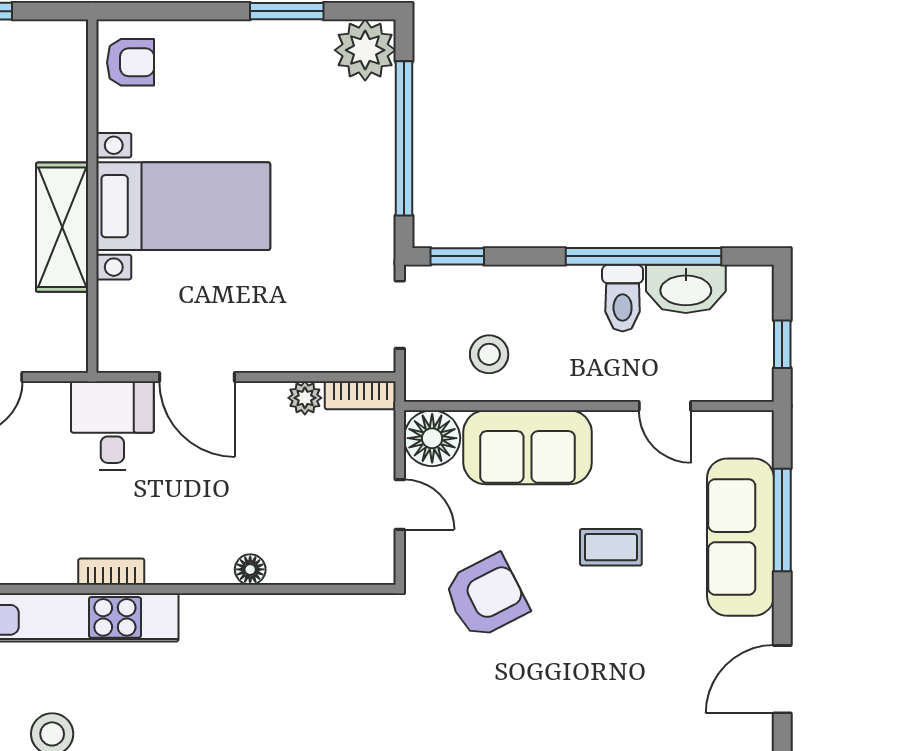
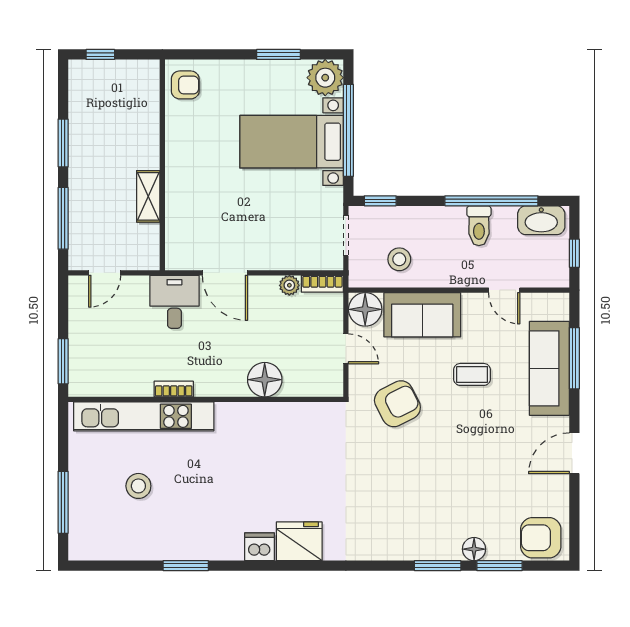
bed with nightstands: (183, 206) -> (292, 142), moved, turned 180
shelving: (62, 227) -> (148, 196), width x0.67, depth x0.75
washbasin: (686, 289) -> (541, 220), moved
floor lamp: (250, 569) -> (265, 380), width x1.89, depth x1.89

